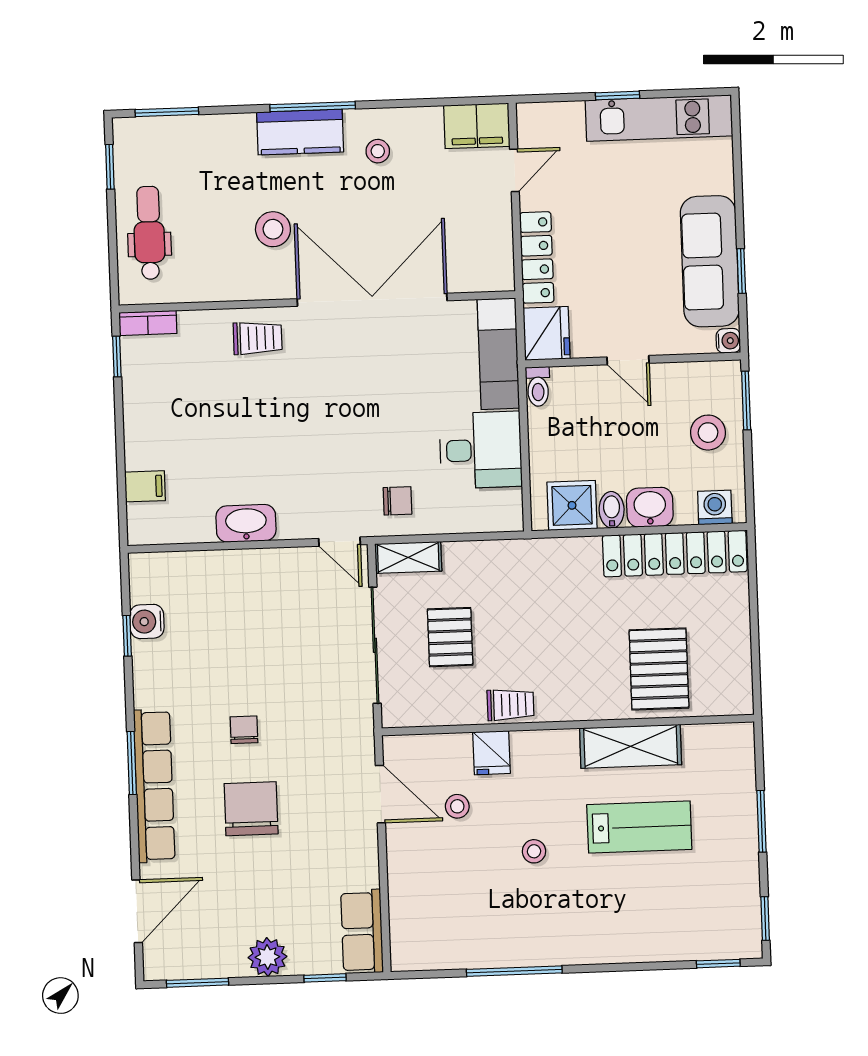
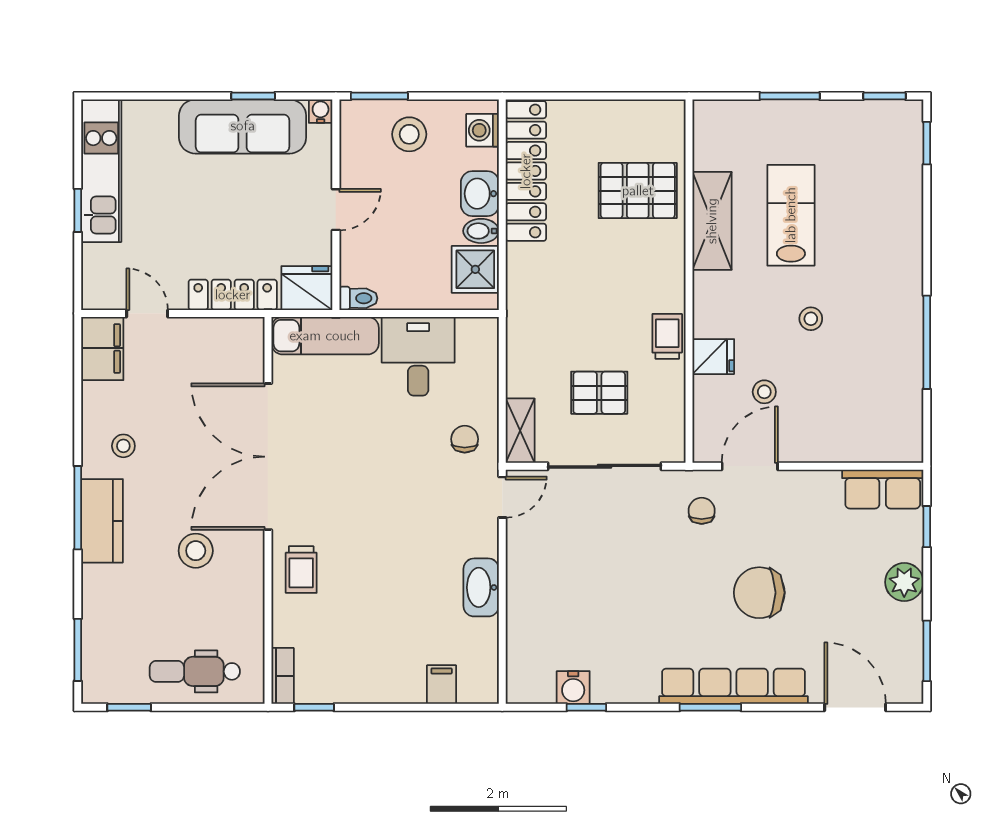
trolley: (258, 338) -> (301, 570), turned 180
chair: (244, 730) -> (702, 511), moved, turned 90

